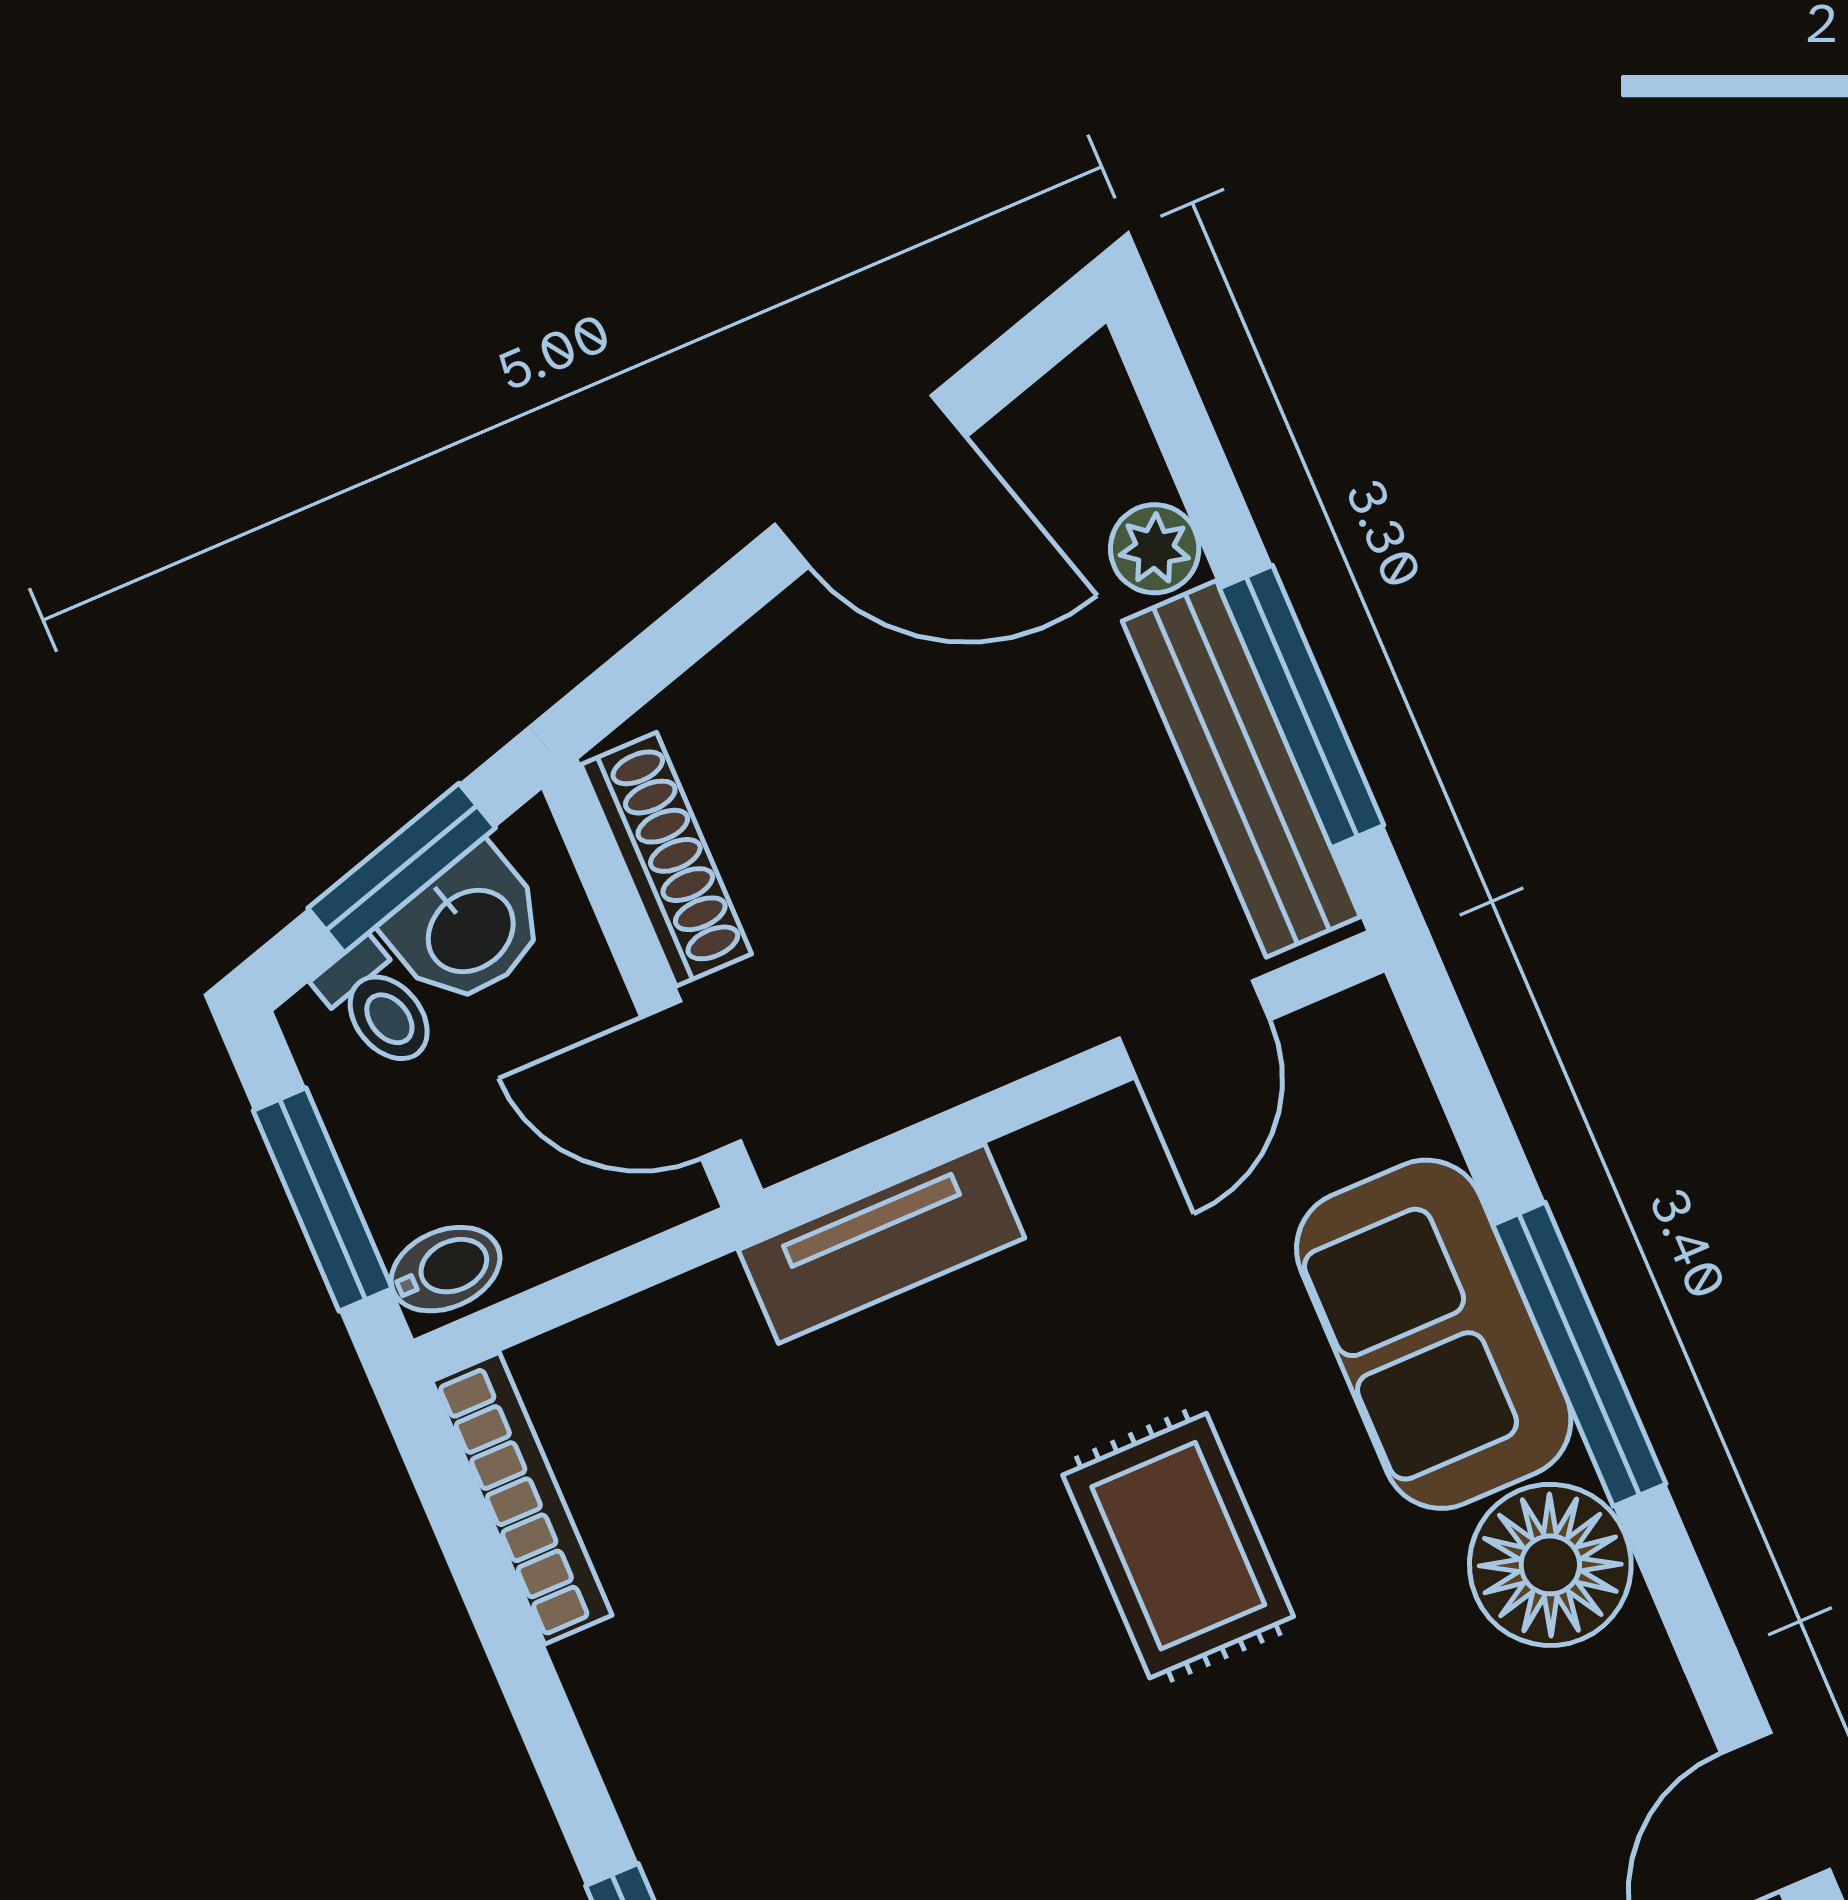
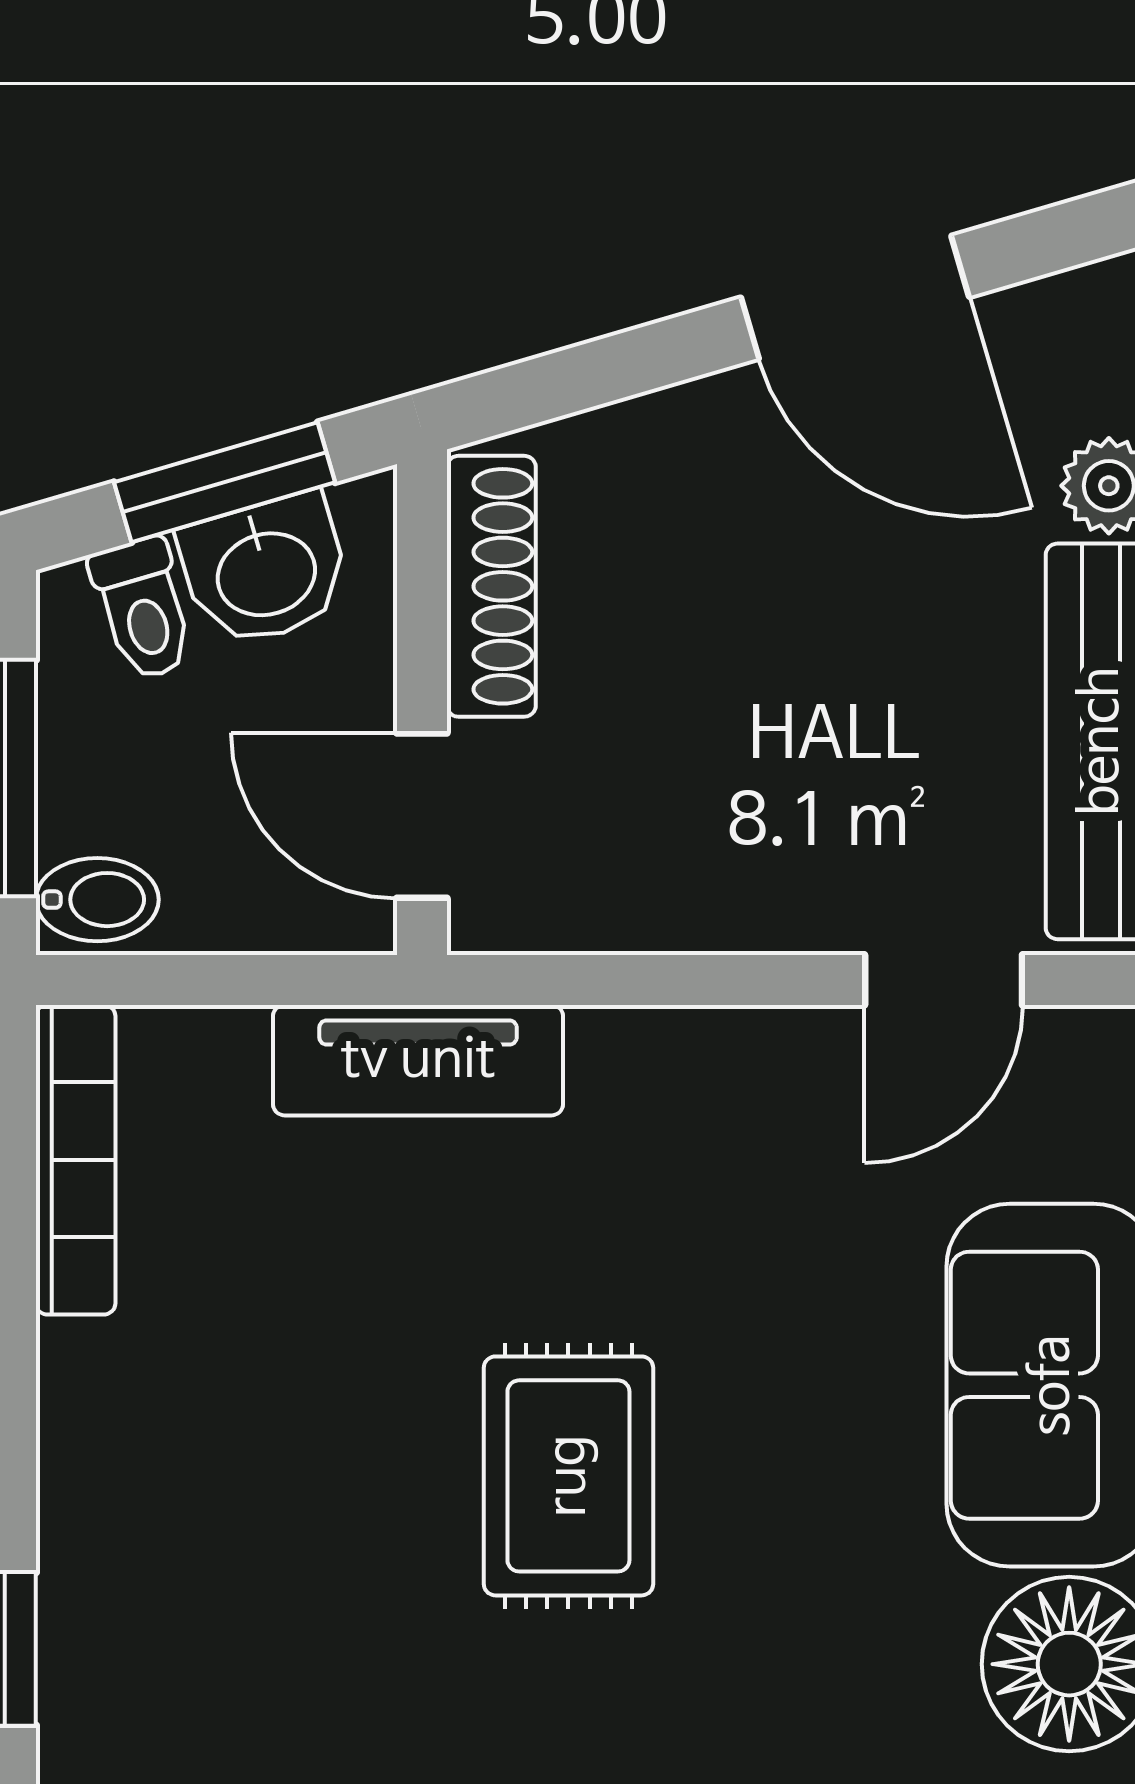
tv unit: (882, 1244) -> (418, 1060), moved
rug: (1178, 1546) -> (568, 1476), moved

